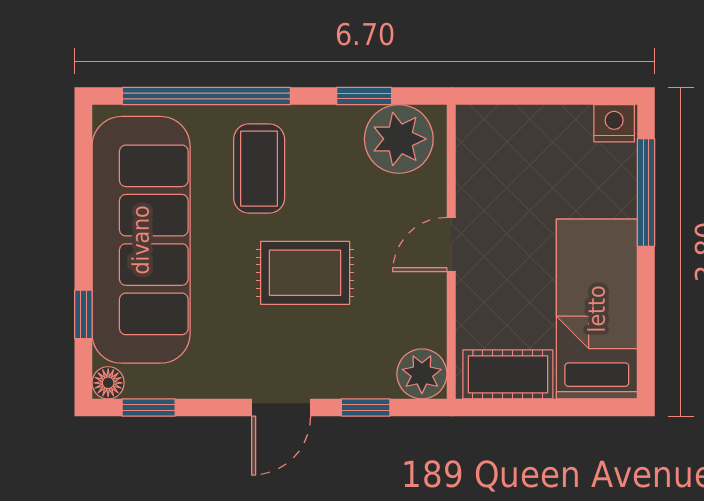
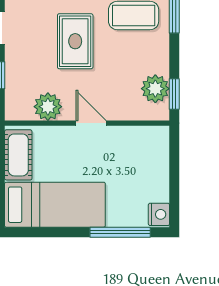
window: (364, 96) -> (174, 94), moved
plant: (399, 139) -> (155, 89), width x0.73, depth x0.73
plant: (422, 374) -> (48, 107), moved

